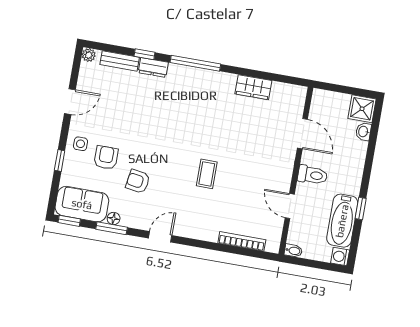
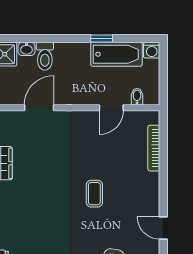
coffee table: (207, 174) -> (94, 194), turned 90
toilet: (312, 175) -> (45, 56), moved, turned 180
bidet: (293, 251) -> (137, 97), moved

